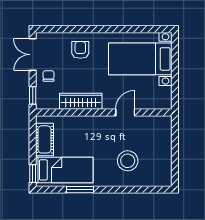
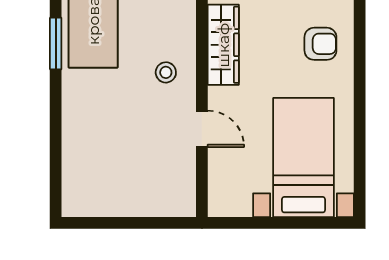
stool: (128, 161) -> (166, 72), moved, width x0.53, depth x0.53

